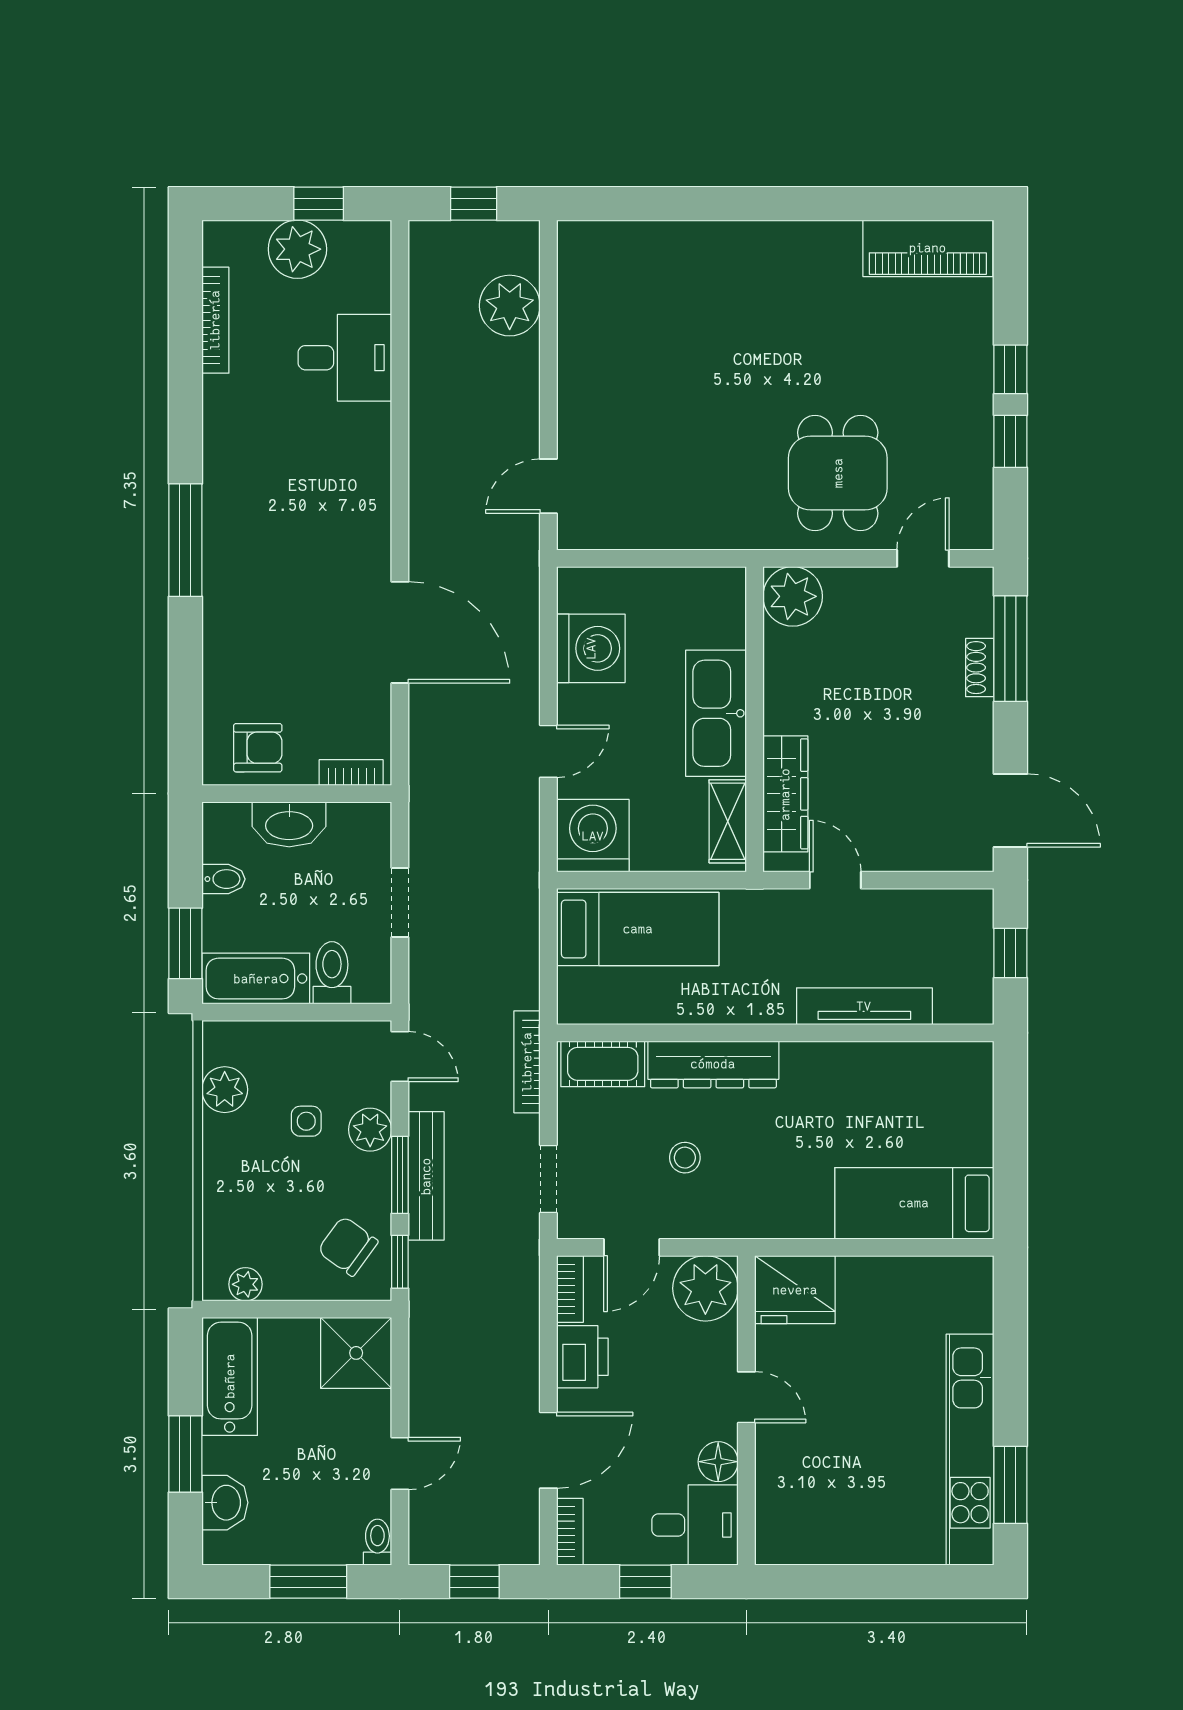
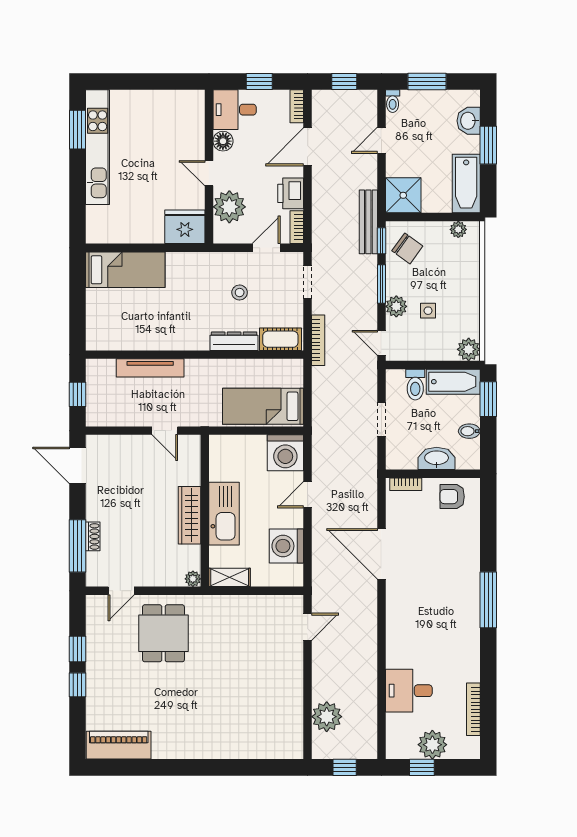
plant: (793, 596) -> (193, 579), width x0.53, depth x0.53
wardrobe: (785, 794) -> (190, 515), moved
shelving: (728, 821) -> (230, 577), moved, turned 90
dresser: (713, 1064) -> (234, 341), width x0.73, depth x0.80
plant: (225, 1090) -> (469, 349), moved
bench: (426, 1176) -> (368, 222), moved
plant: (705, 1288) -> (229, 207), moved

